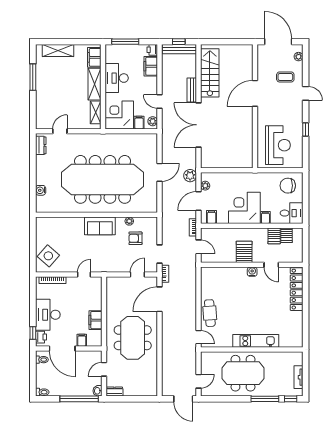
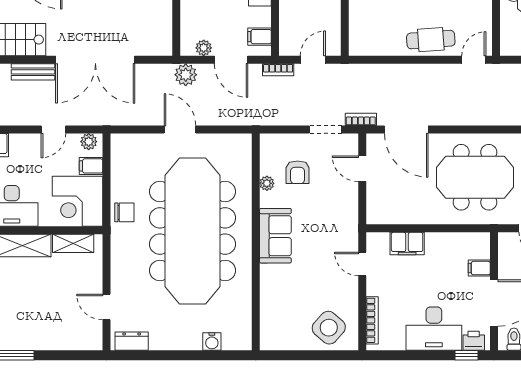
chair: (113, 141) -> (124, 212), added
filing cabinet: (96, 320) -> (407, 244), moved

